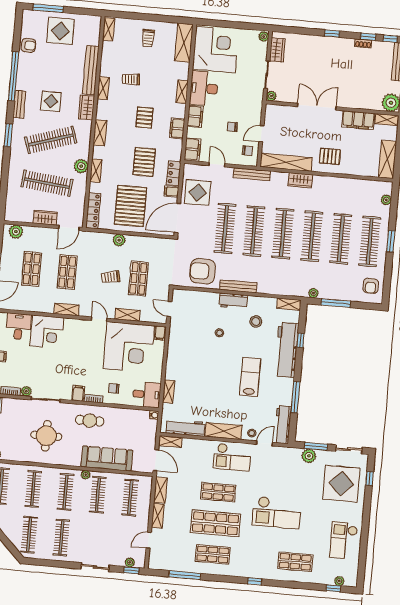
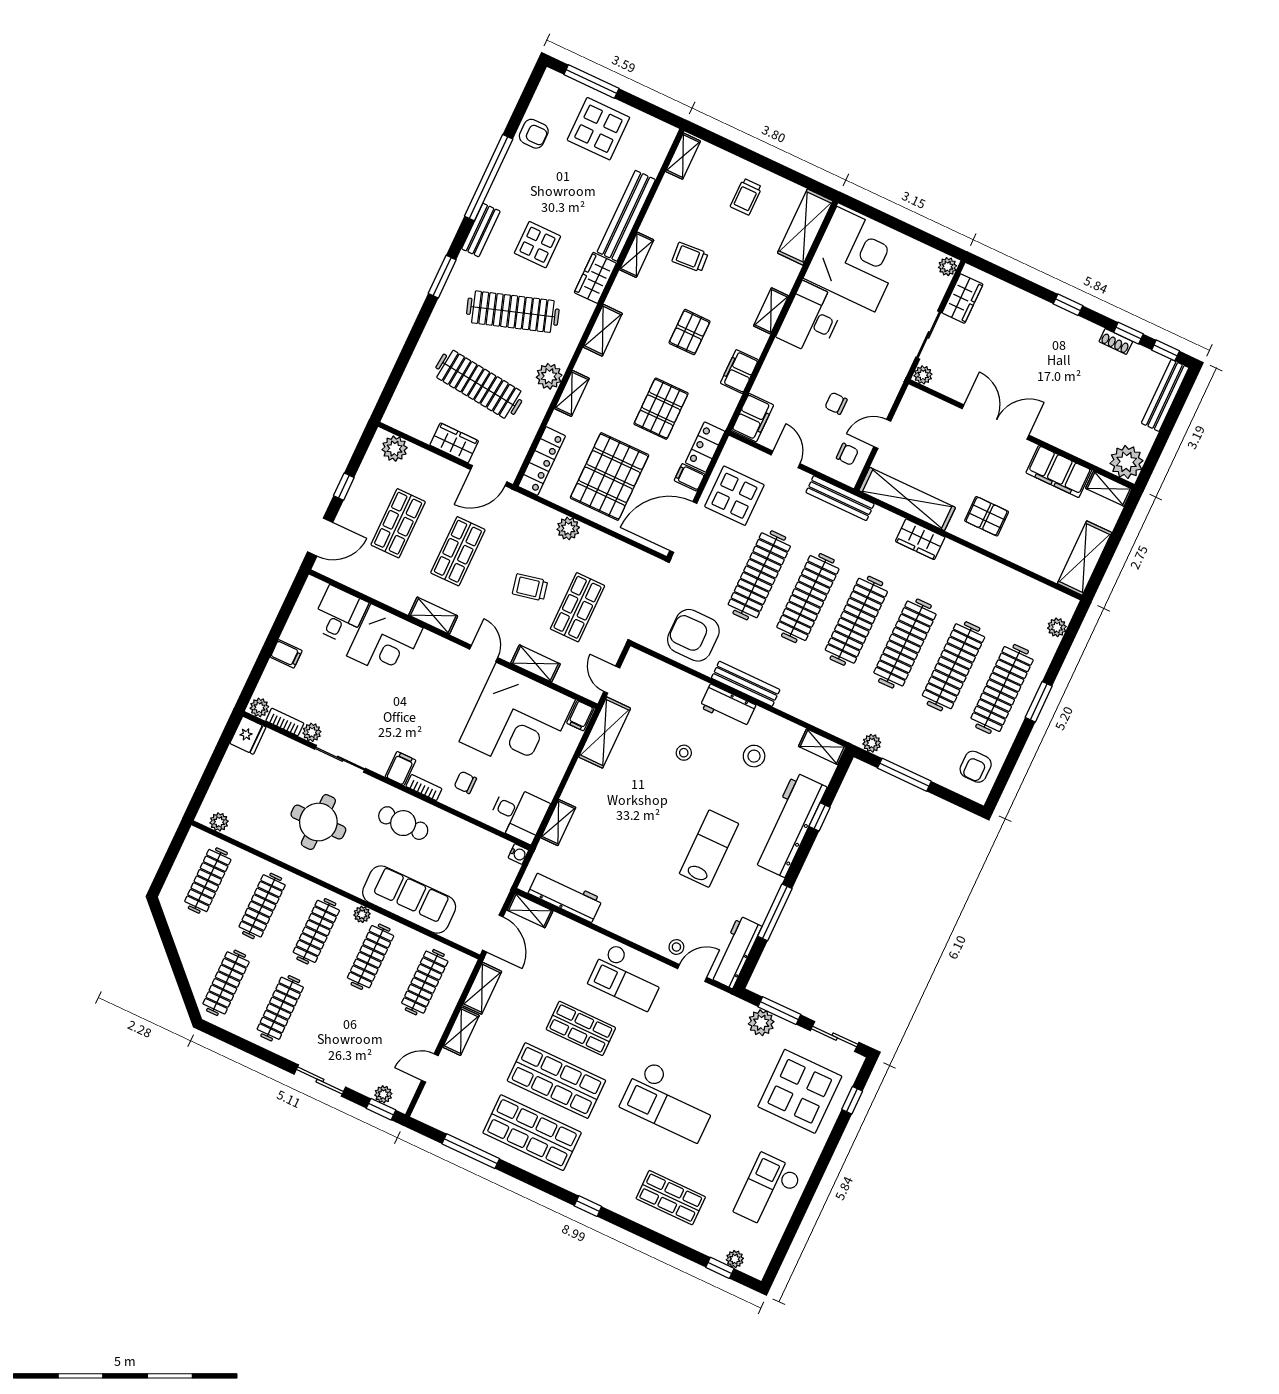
filing cabinet: (195, 116) -> (778, 362), removed
shelving: (224, 431) -> (605, 733), moved, turned 90
shop shelf: (213, 554) -> (532, 1133), width x1.43, depth x1.36

